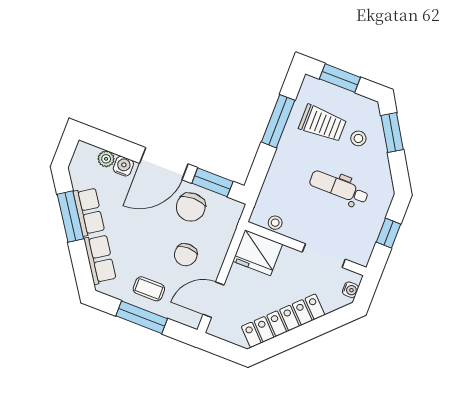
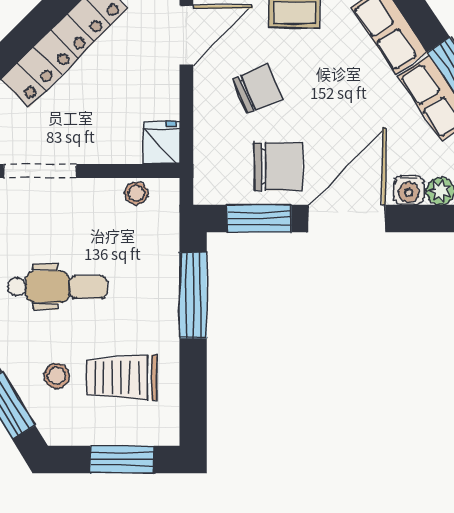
window: (278, 121) -> (193, 295), moved
chair: (191, 207) -> (278, 167), turned 90
fridge: (258, 253) -> (162, 143), width x0.53, depth x0.75
chair: (186, 255) -> (257, 89), turned 67

